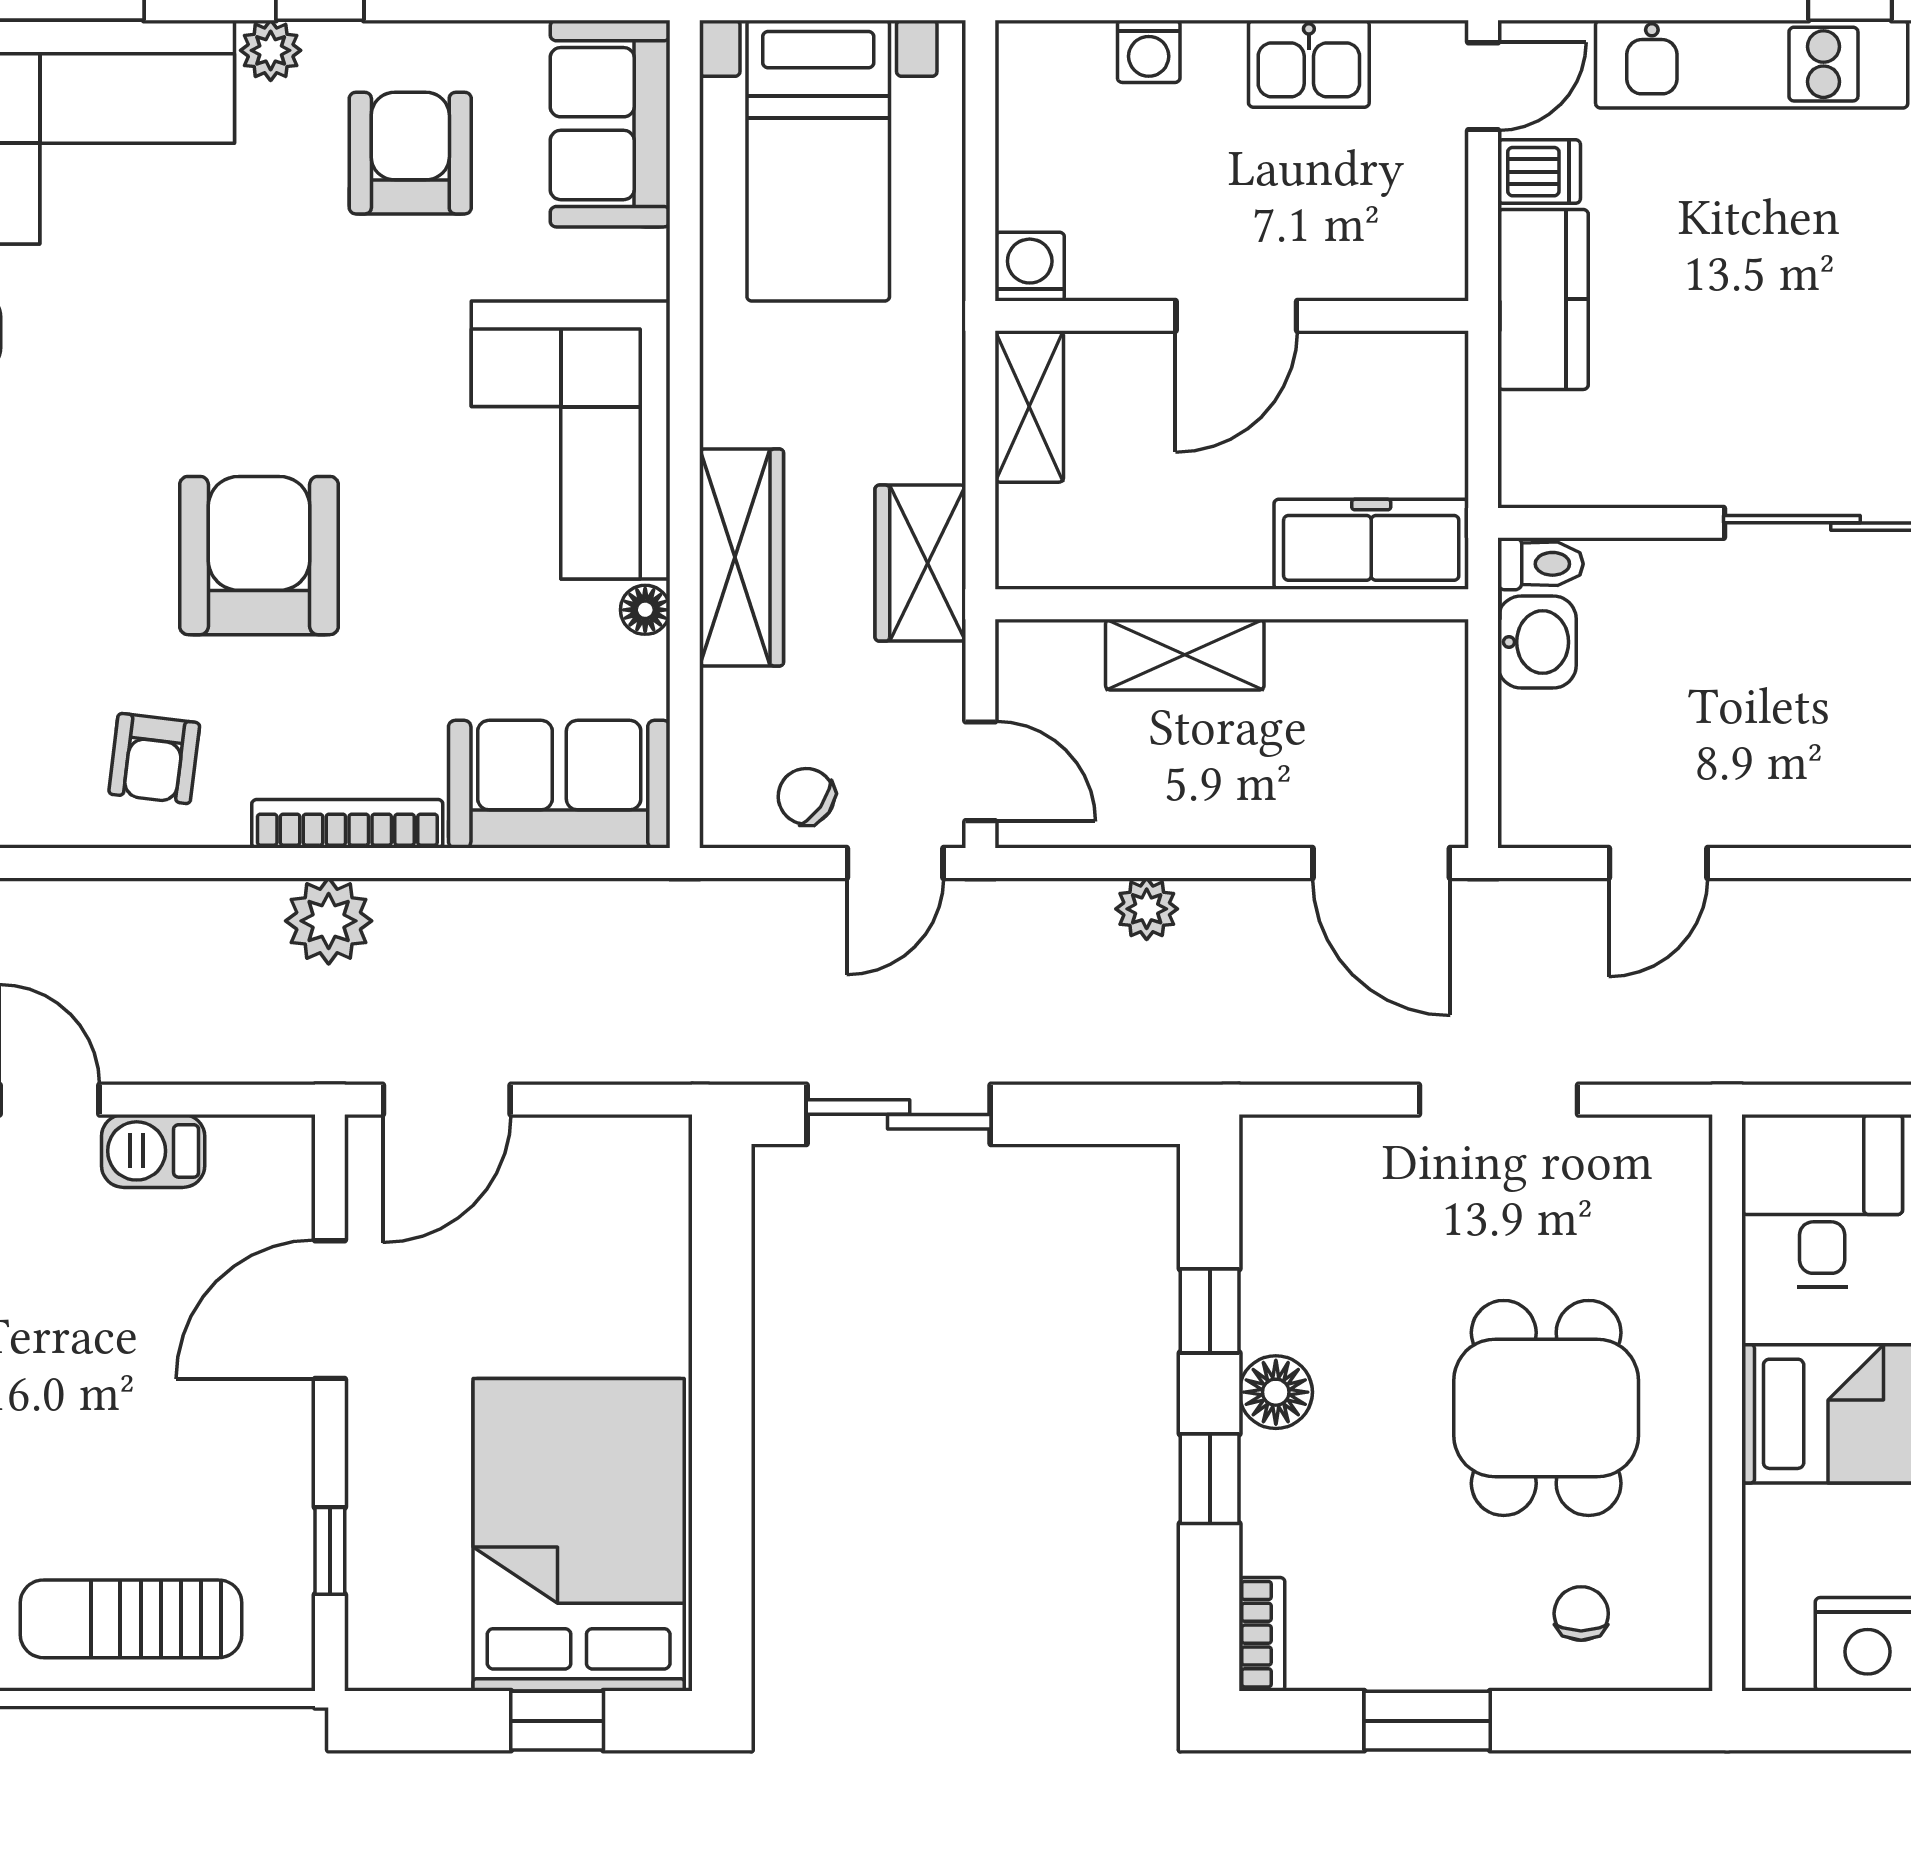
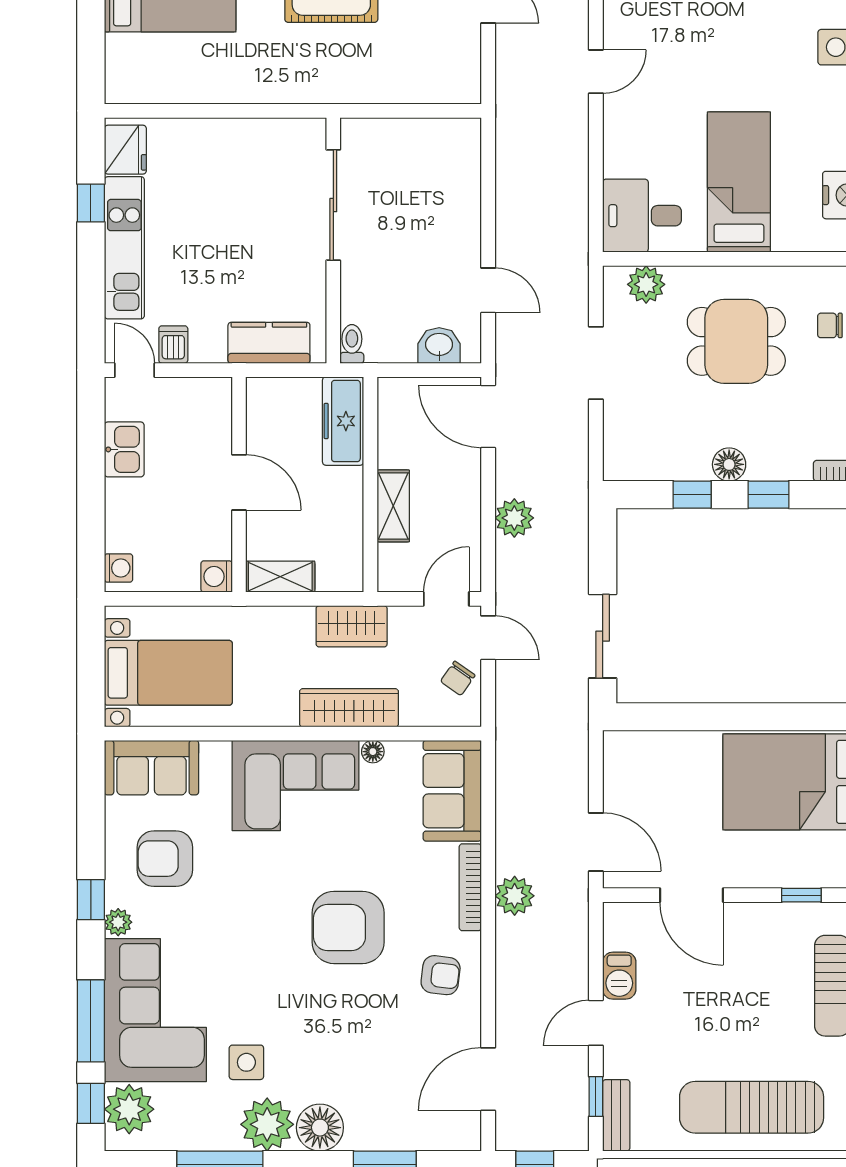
washing machine: (1149, 51) -> (119, 568), moved
kitchen counter: (1543, 299) -> (269, 343), moved
washbasin: (1537, 642) -> (439, 345), moved
door: (1381, 863) -> (488, 416), swing flipped
plant: (1147, 909) -> (514, 518), width x1.38, depth x1.38
plant: (1671, 1210) -> (646, 284), added

